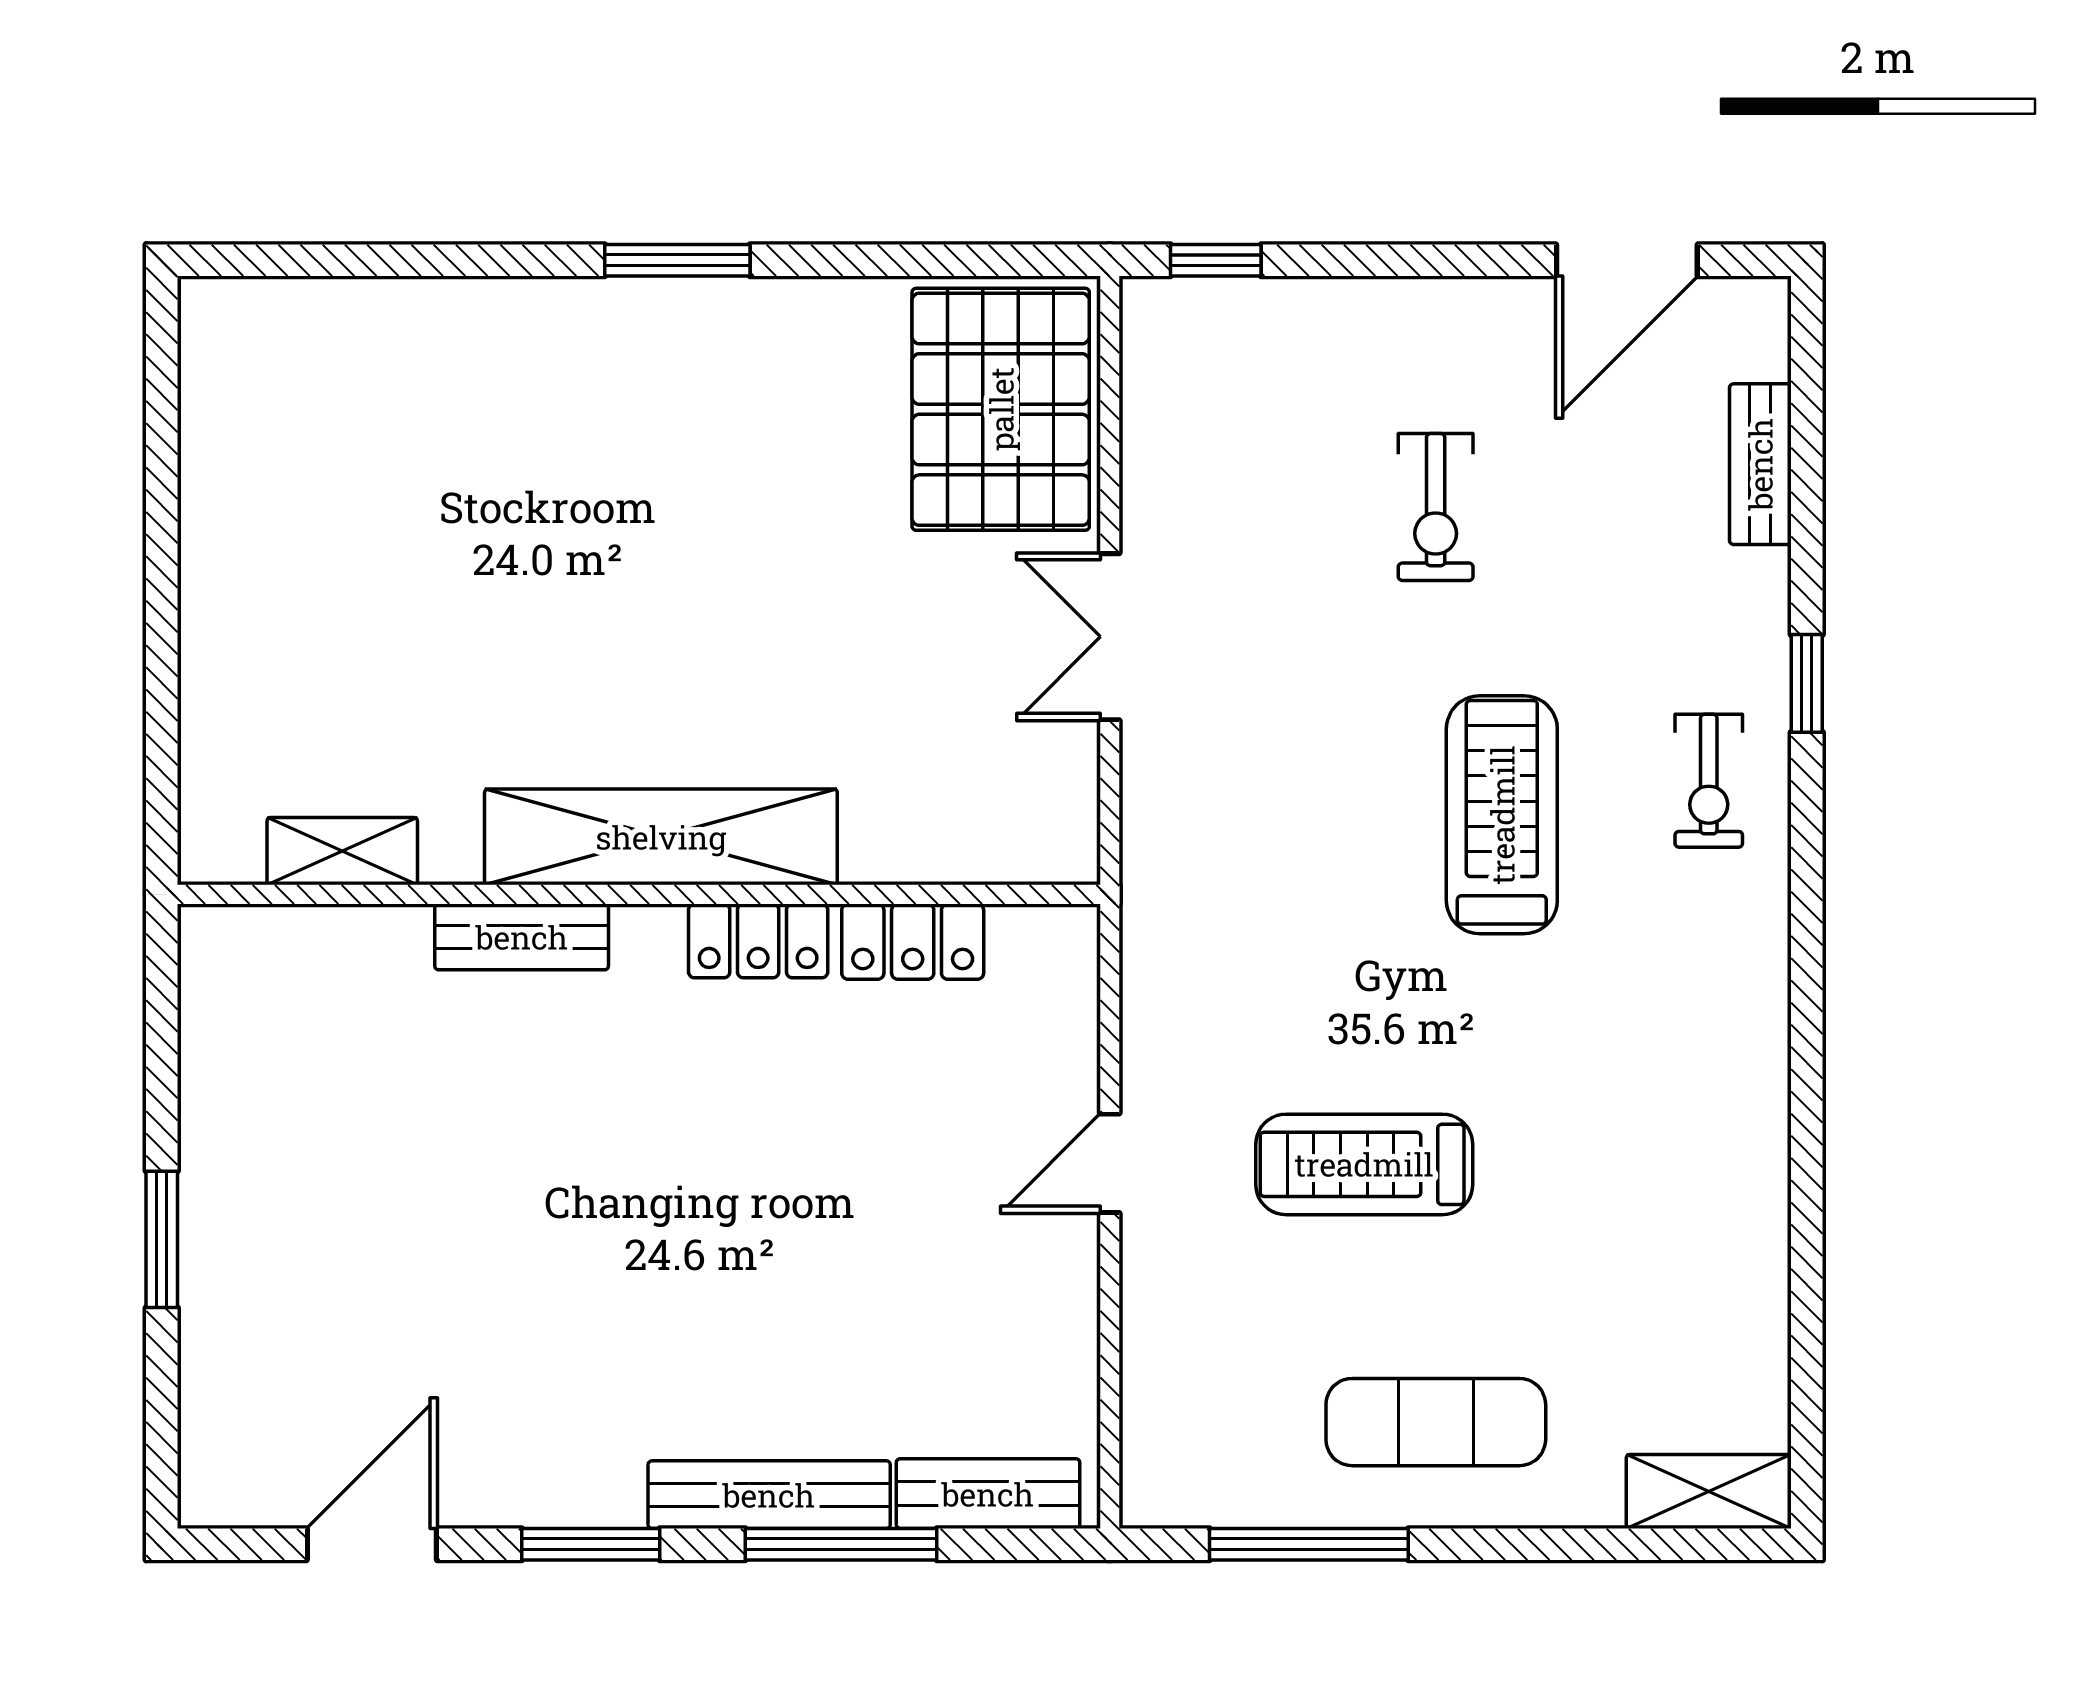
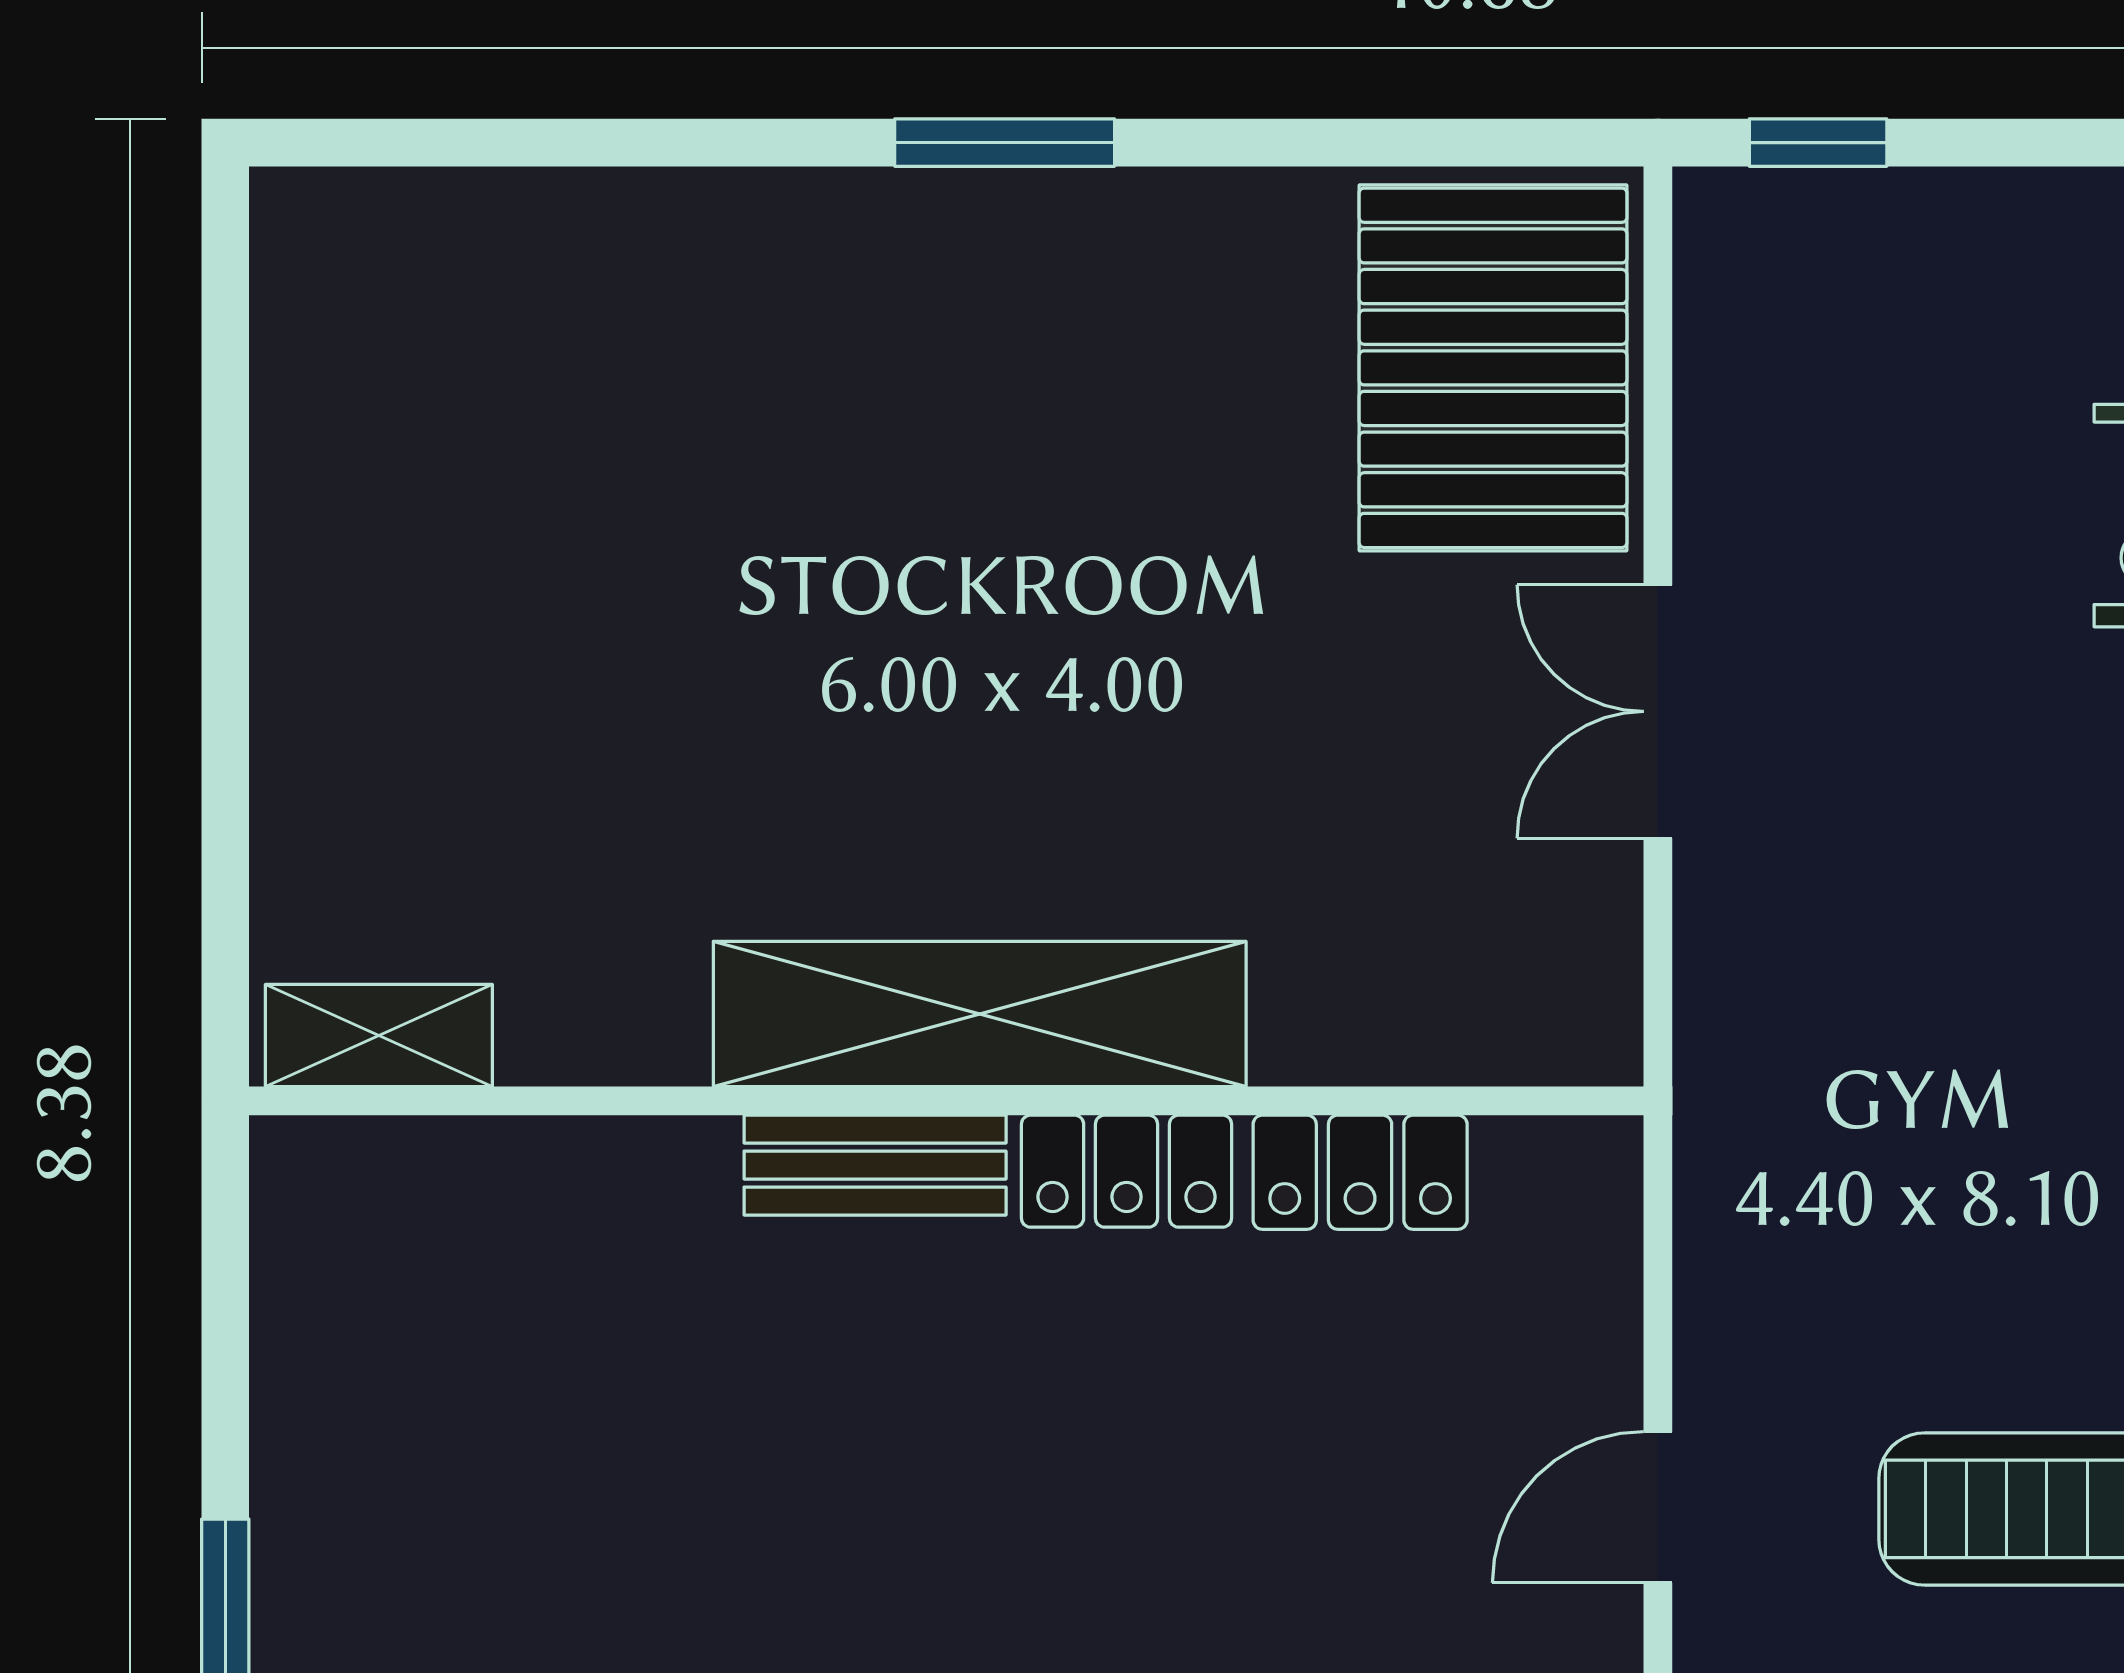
shelving: (342, 851) -> (379, 1036), moved
bench: (522, 937) -> (875, 1165), moved

